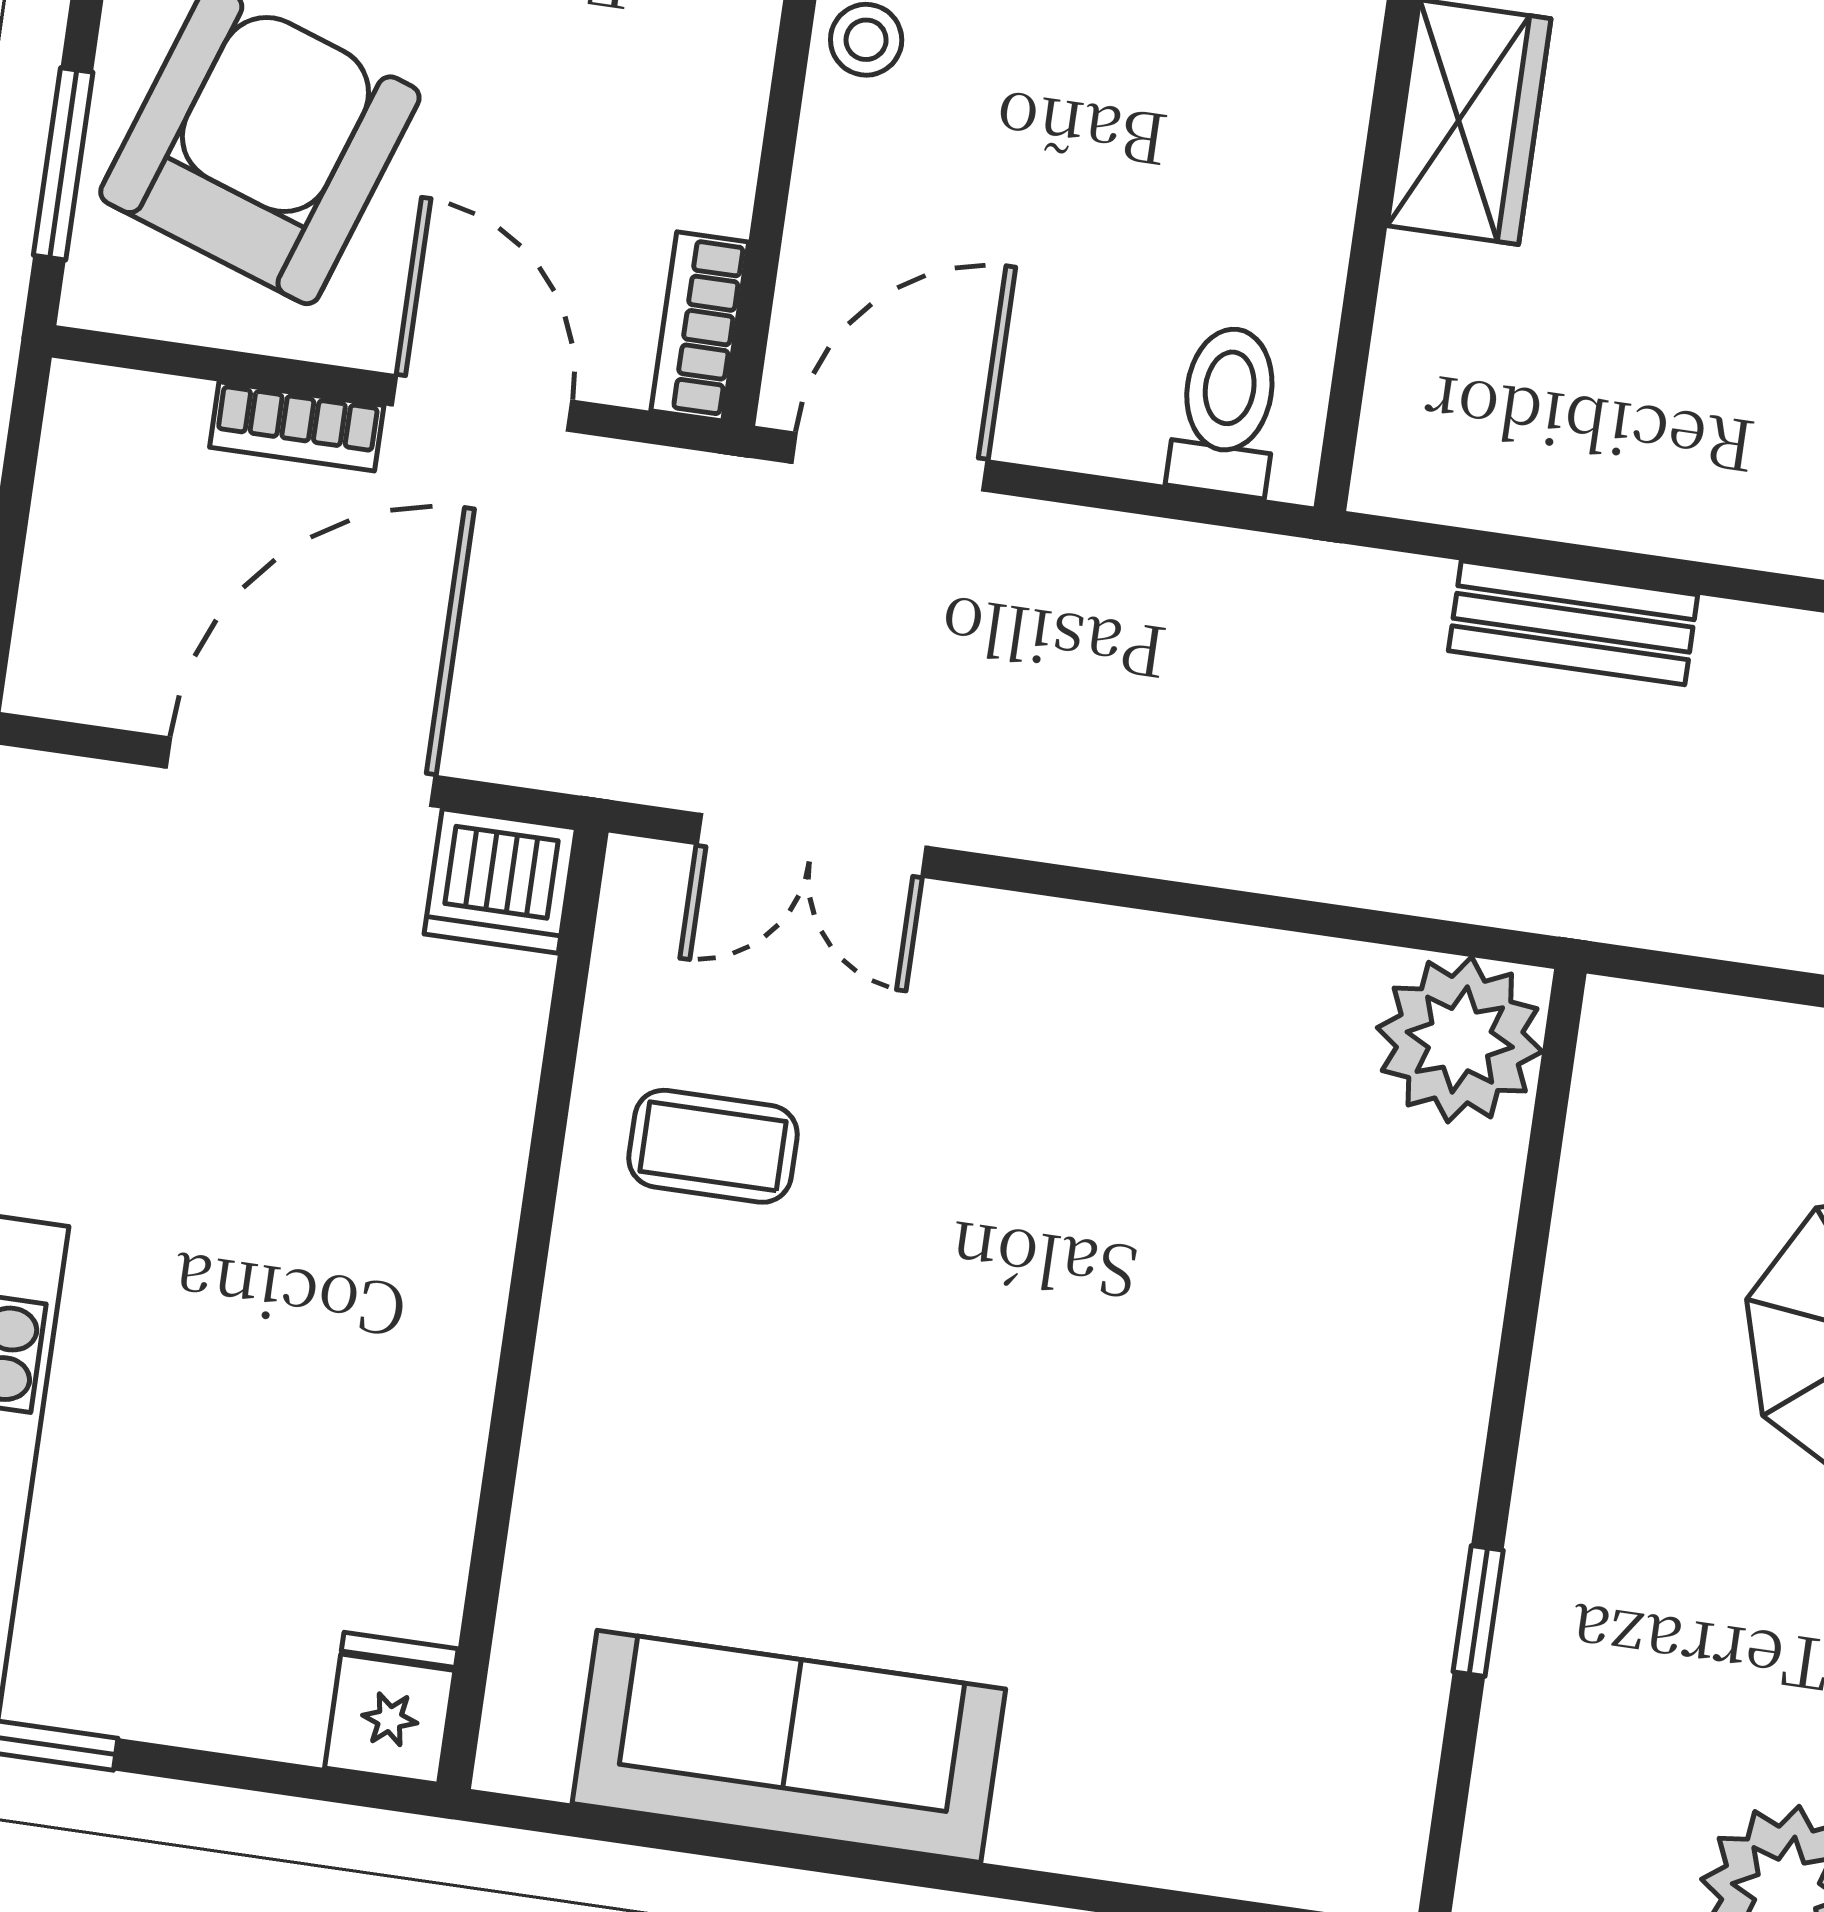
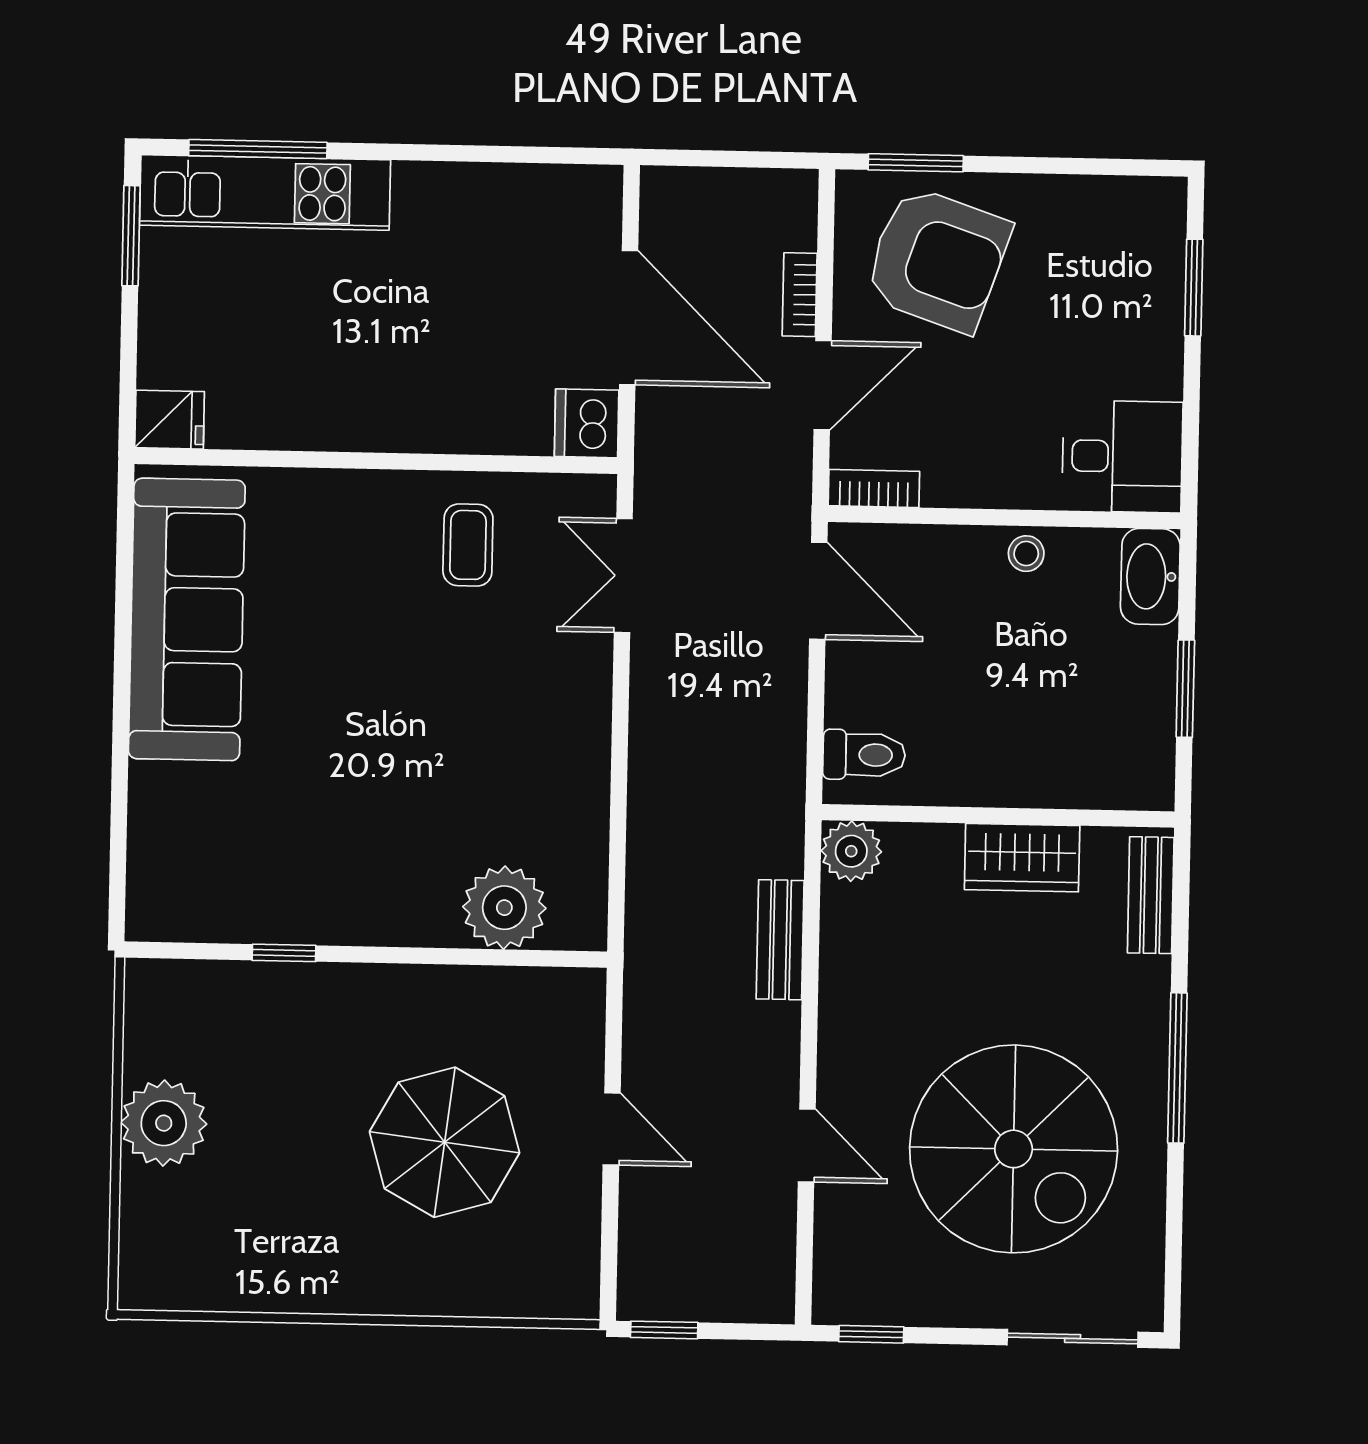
plant: (1415, 460) -> (851, 851), added
plant: (1460, 1040) -> (504, 908), moved
sofa: (789, 1746) -> (187, 619), width x1.36, depth x1.27

